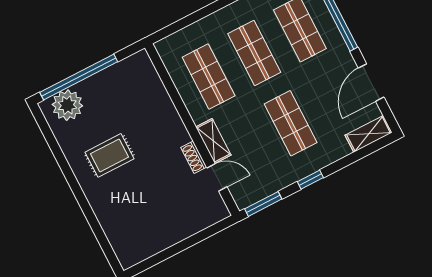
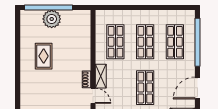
plant: (67, 105) -> (52, 19), moved
rug: (110, 155) -> (44, 56), turned 90

